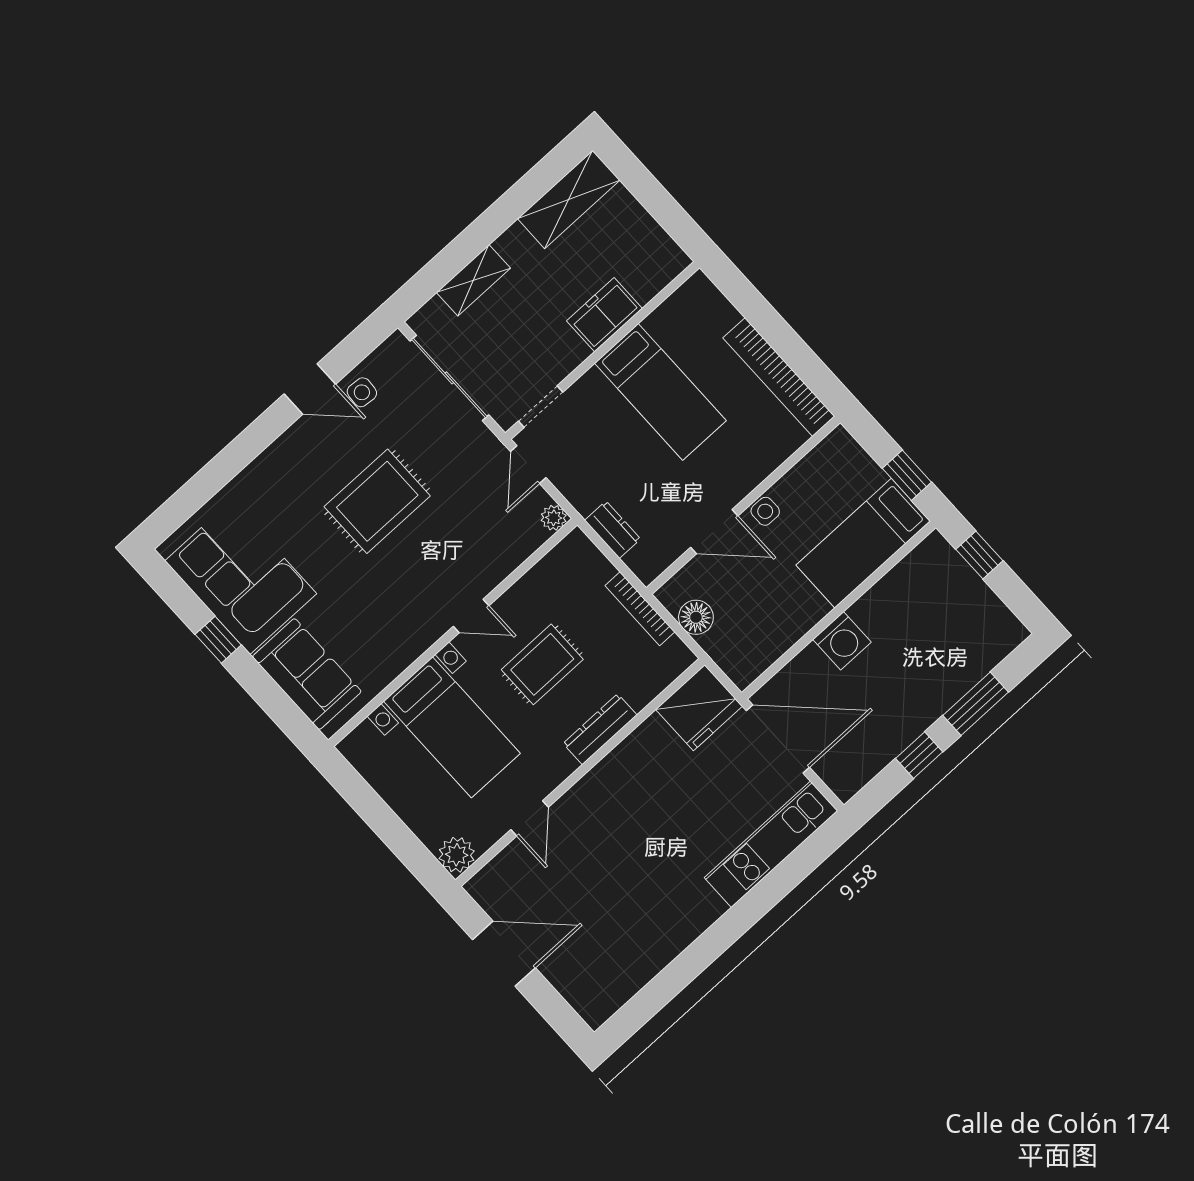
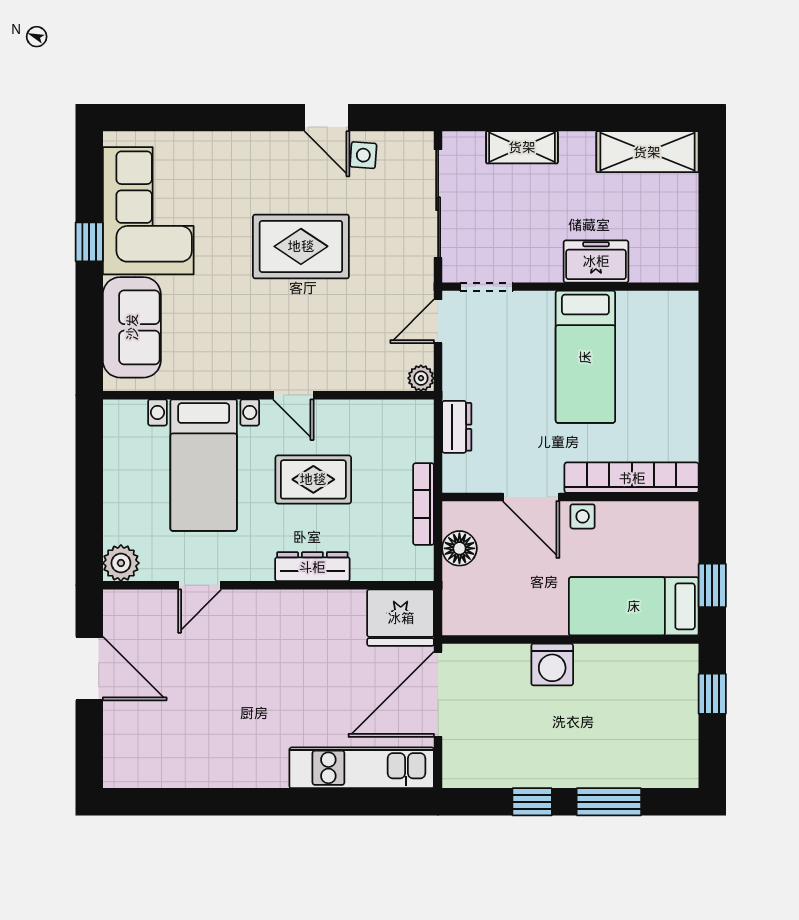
bookcase: (779, 377) -> (632, 478), moved, turned 90
door: (778, 739) -> (438, 694), swing flipped

